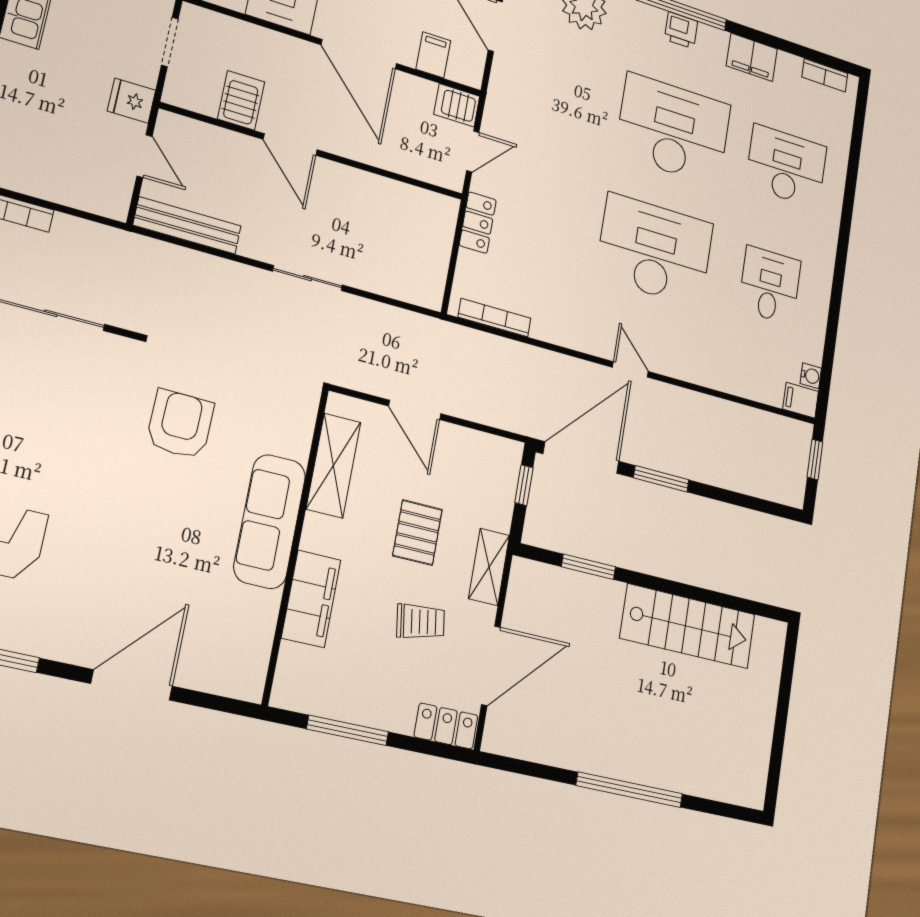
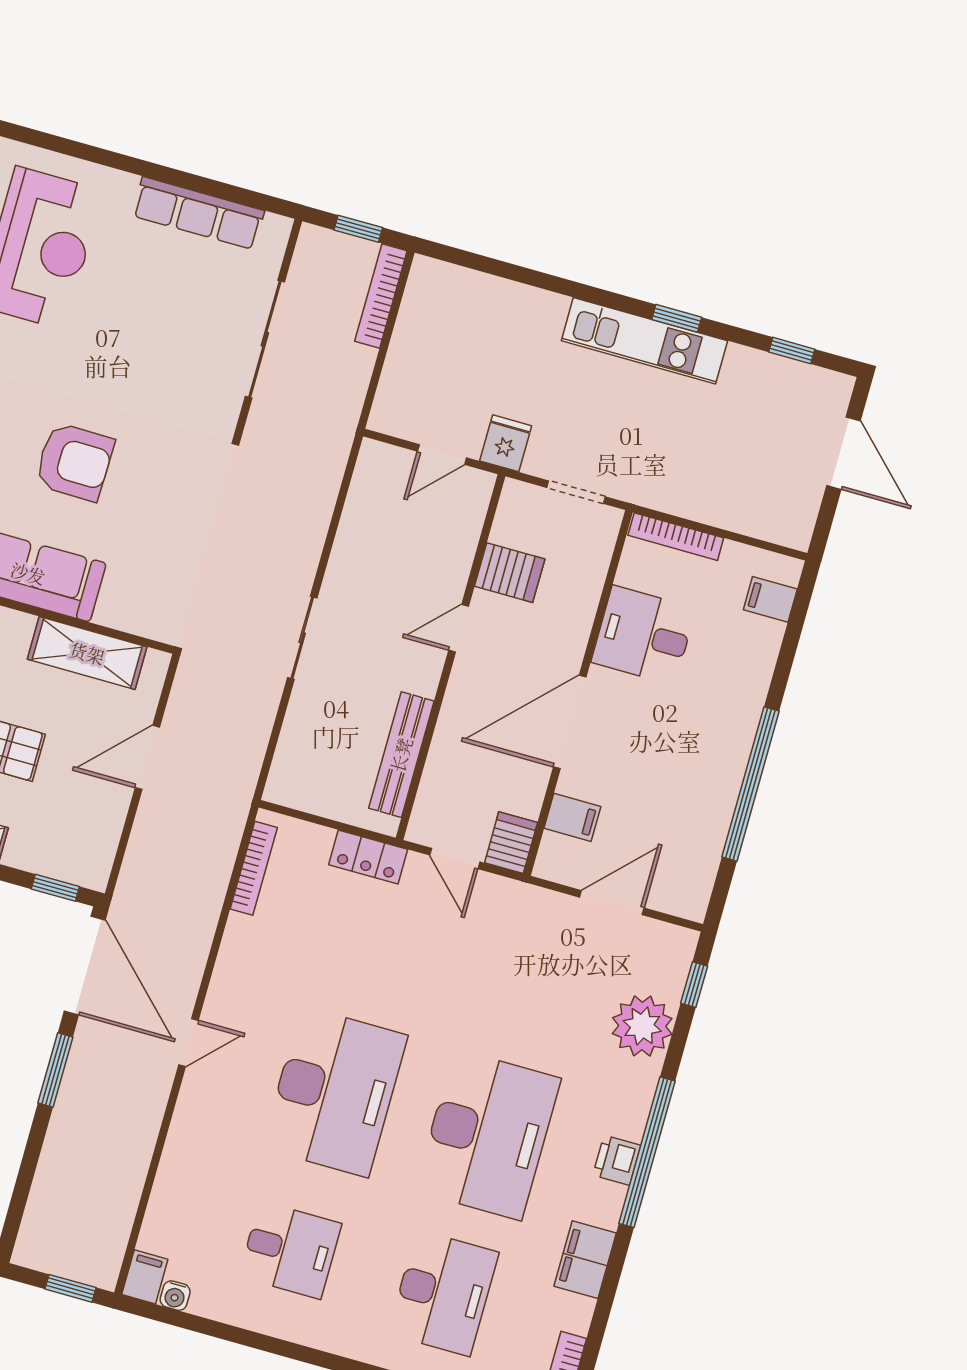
door: (290, 145) -> (459, 628), width x0.73
bench: (187, 225) -> (401, 755), moved
armchair: (180, 424) -> (74, 462), moved

